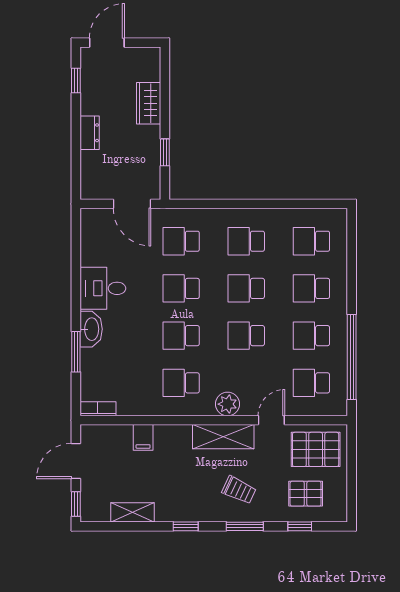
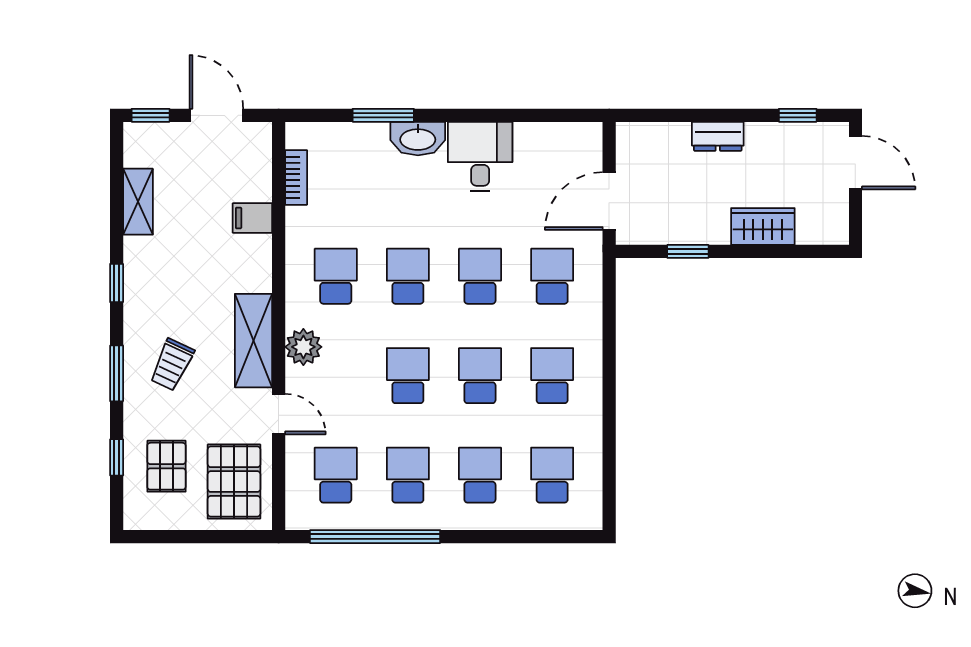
bookcase: (98, 409) -> (296, 177), moved

